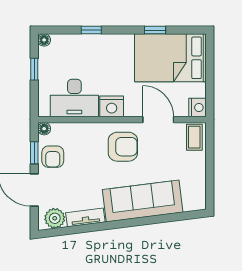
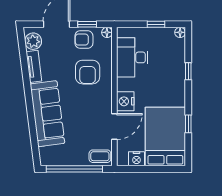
nightstand: (112, 106) -> (125, 101), moved
nightstand: (197, 107) -> (136, 159), moved
armchair: (123, 147) -> (88, 72), moved
window: (210, 168) -> (74, 169), added

